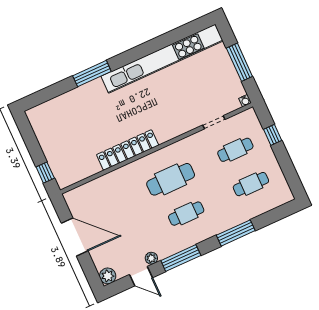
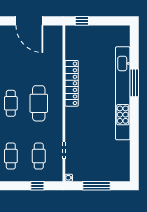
kitchen unit: (162, 59) -> (123, 93), moved
door: (75, 237) -> (29, 21), hinge flipped

